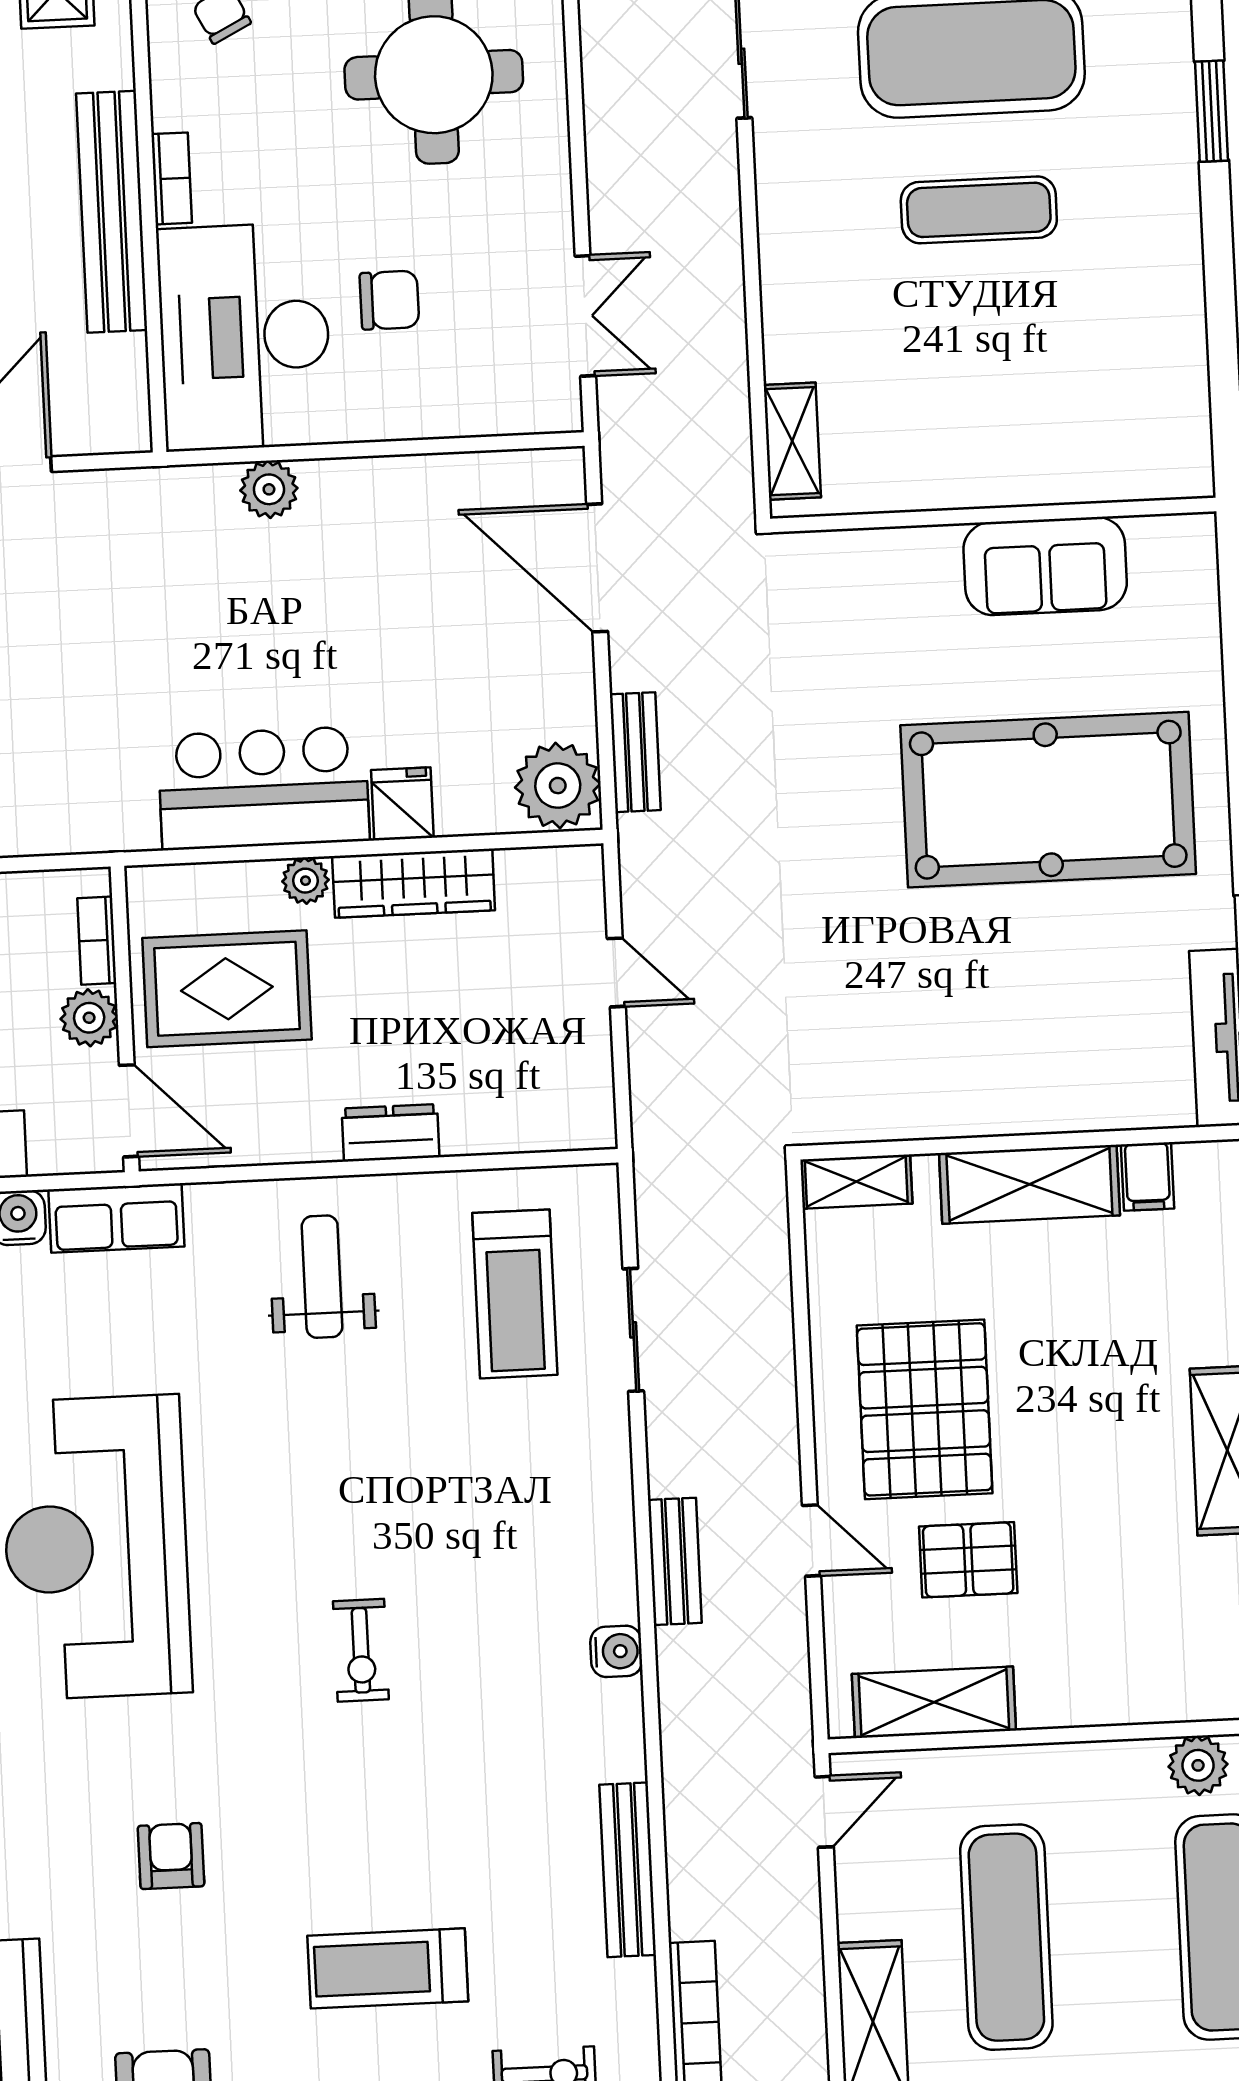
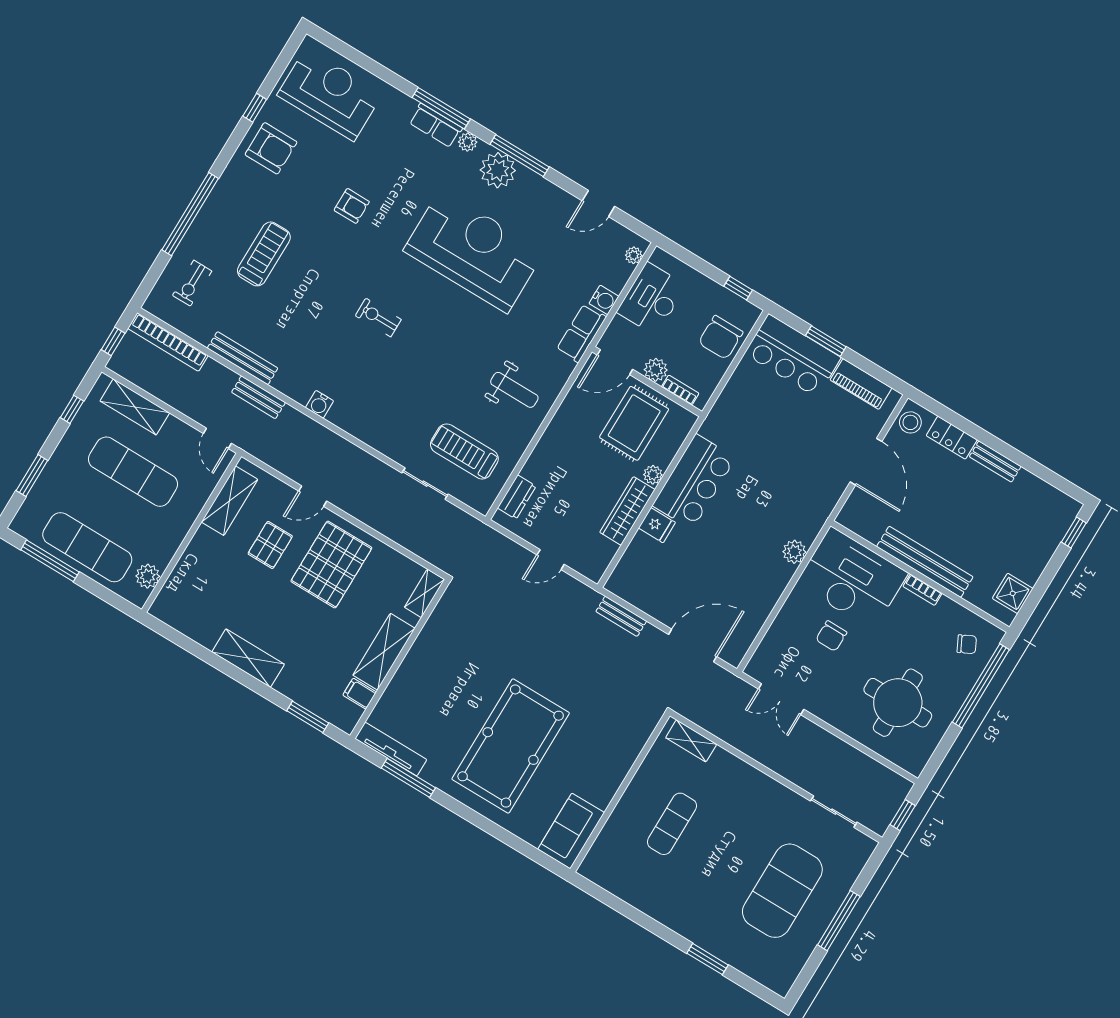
exercise mat: (979, 210) -> (672, 824), moved
sofa: (1045, 566) -> (571, 831), moved
plant: (558, 786) -> (628, 582), removed
dresser: (391, 1133) -> (517, 497), moved
pallet: (925, 1409) -> (331, 565), turned 90
bench: (675, 1561) -> (258, 397), moved

